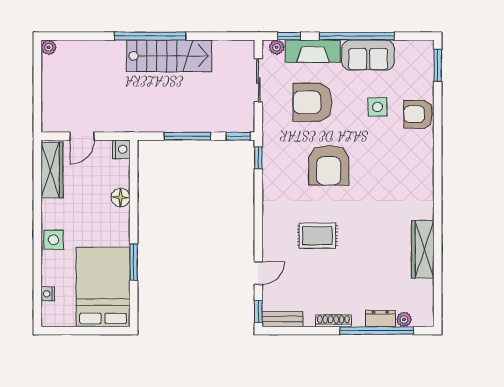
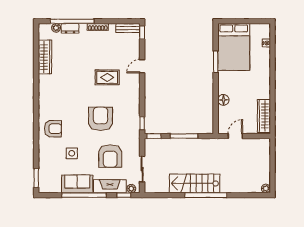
armchair: (312, 102) -> (110, 156), turned 90
armchair: (418, 114) -> (53, 129), moved
door: (82, 136) -> (235, 136), moved
nightstand: (121, 149) -> (223, 128), removed
side table: (54, 240) -> (263, 75), removed
wardrobe: (423, 249) -> (45, 57), moved
door: (258, 273) -> (142, 66), moved

